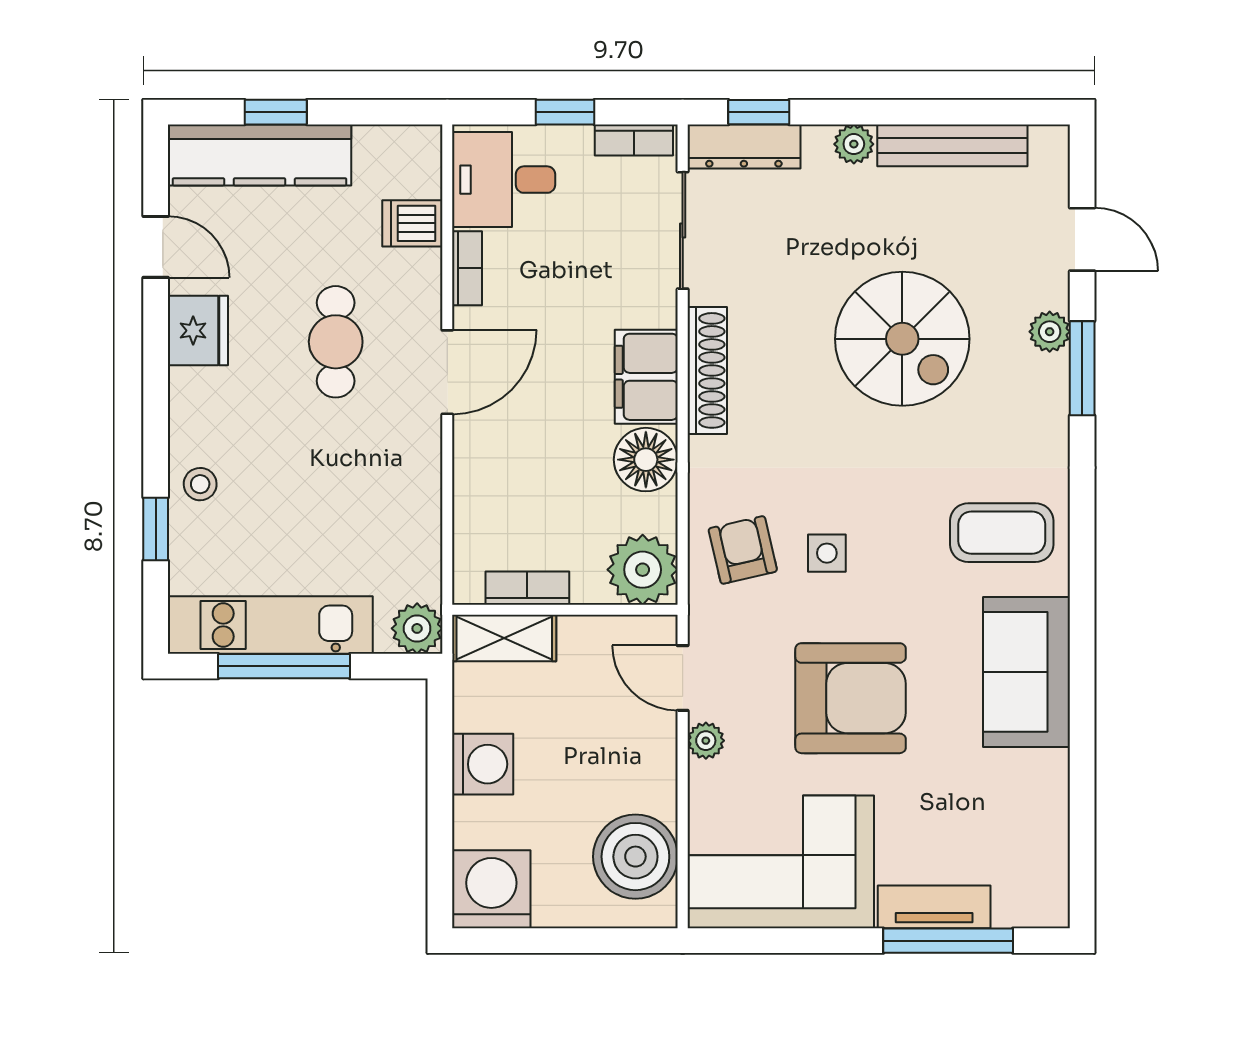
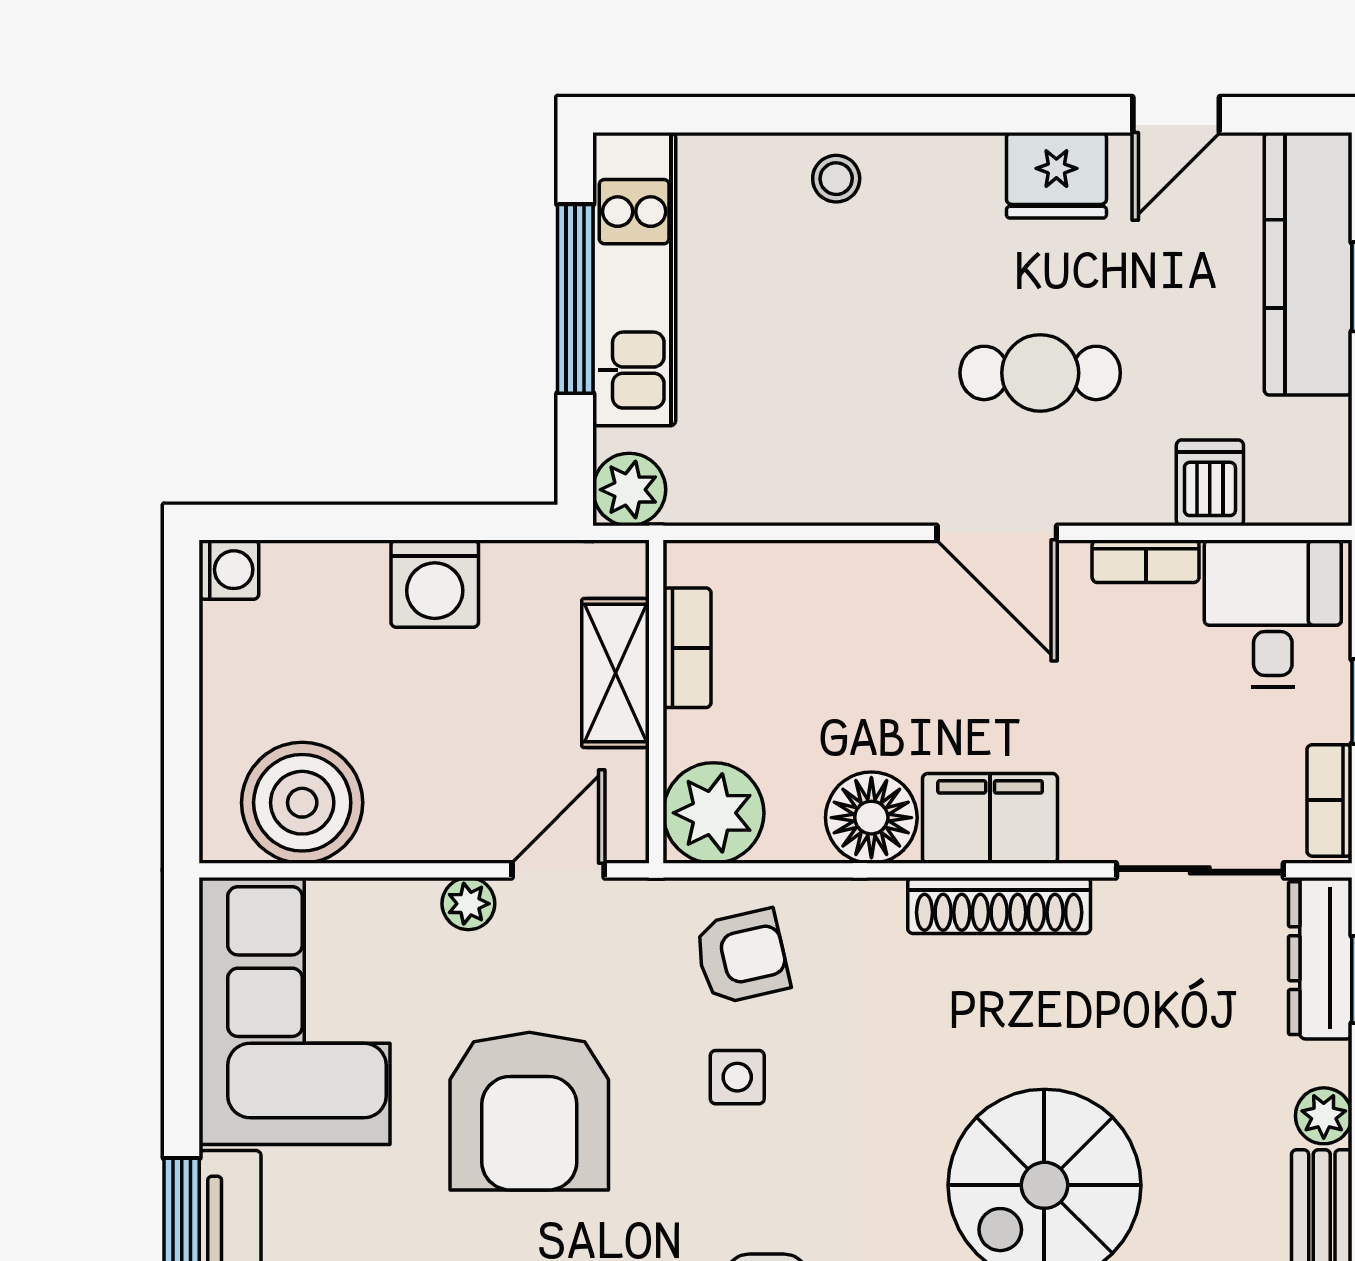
window: (156, 529) -> (772, 115), removed
shelving: (504, 638) -> (615, 673), moved
washing machine: (491, 889) -> (229, 570), width x0.53, depth x0.53

